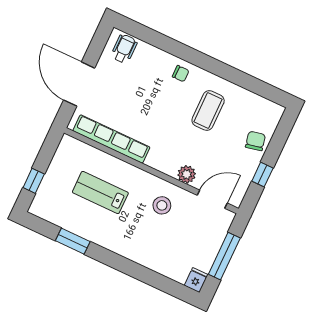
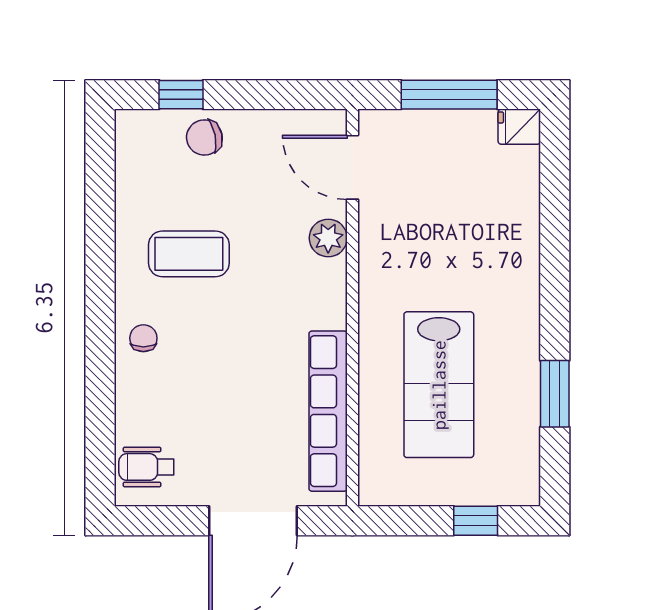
window: (262, 175) -> (181, 95), moved
lab bench: (100, 193) -> (439, 385), width x1.36, depth x1.39
stool: (162, 205) -> (409, 257), removed

